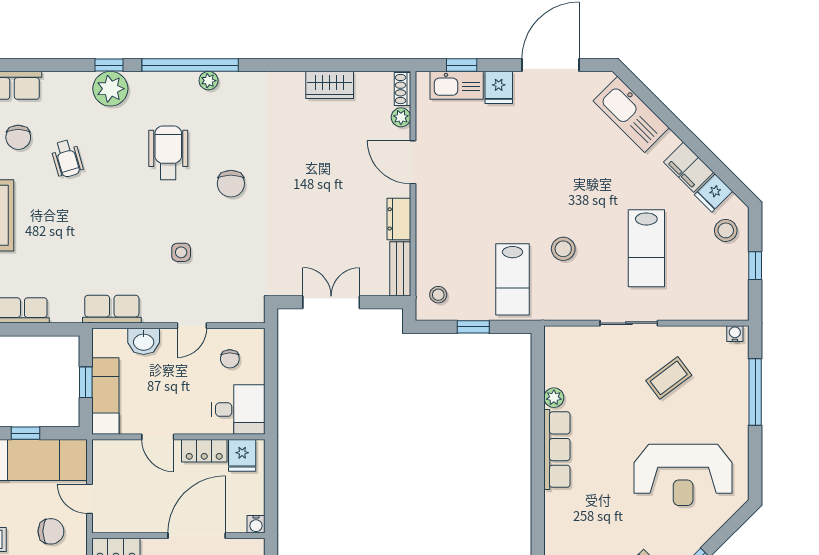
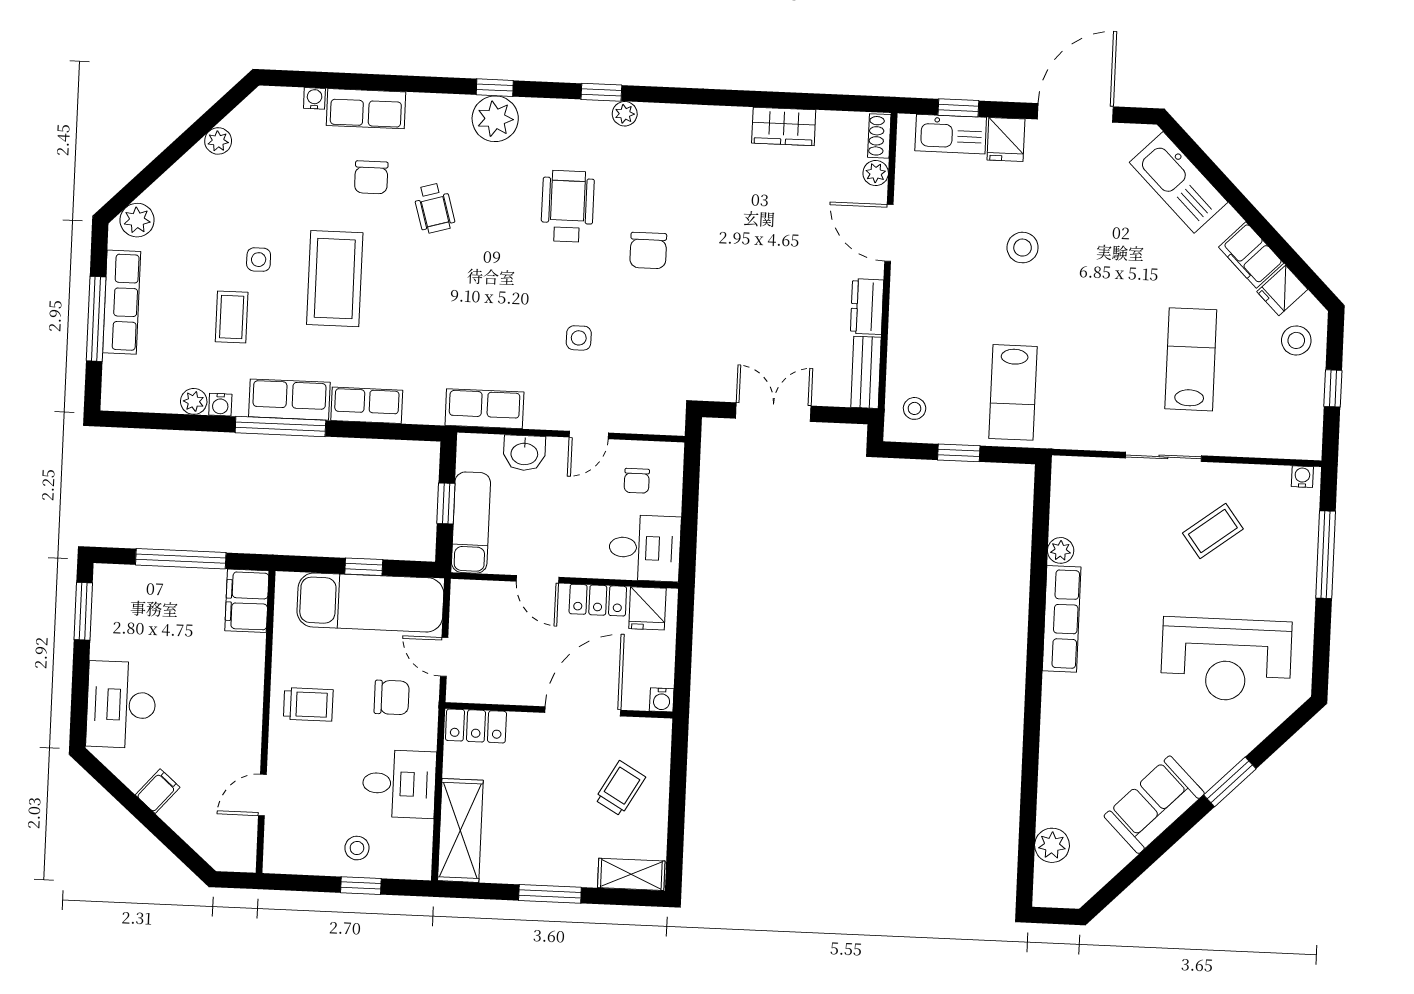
window: (190, 65) -> (601, 92), width x0.32
lab bench: (646, 248) -> (1191, 359), turned 180
stool: (563, 249) -> (1023, 248), moved

